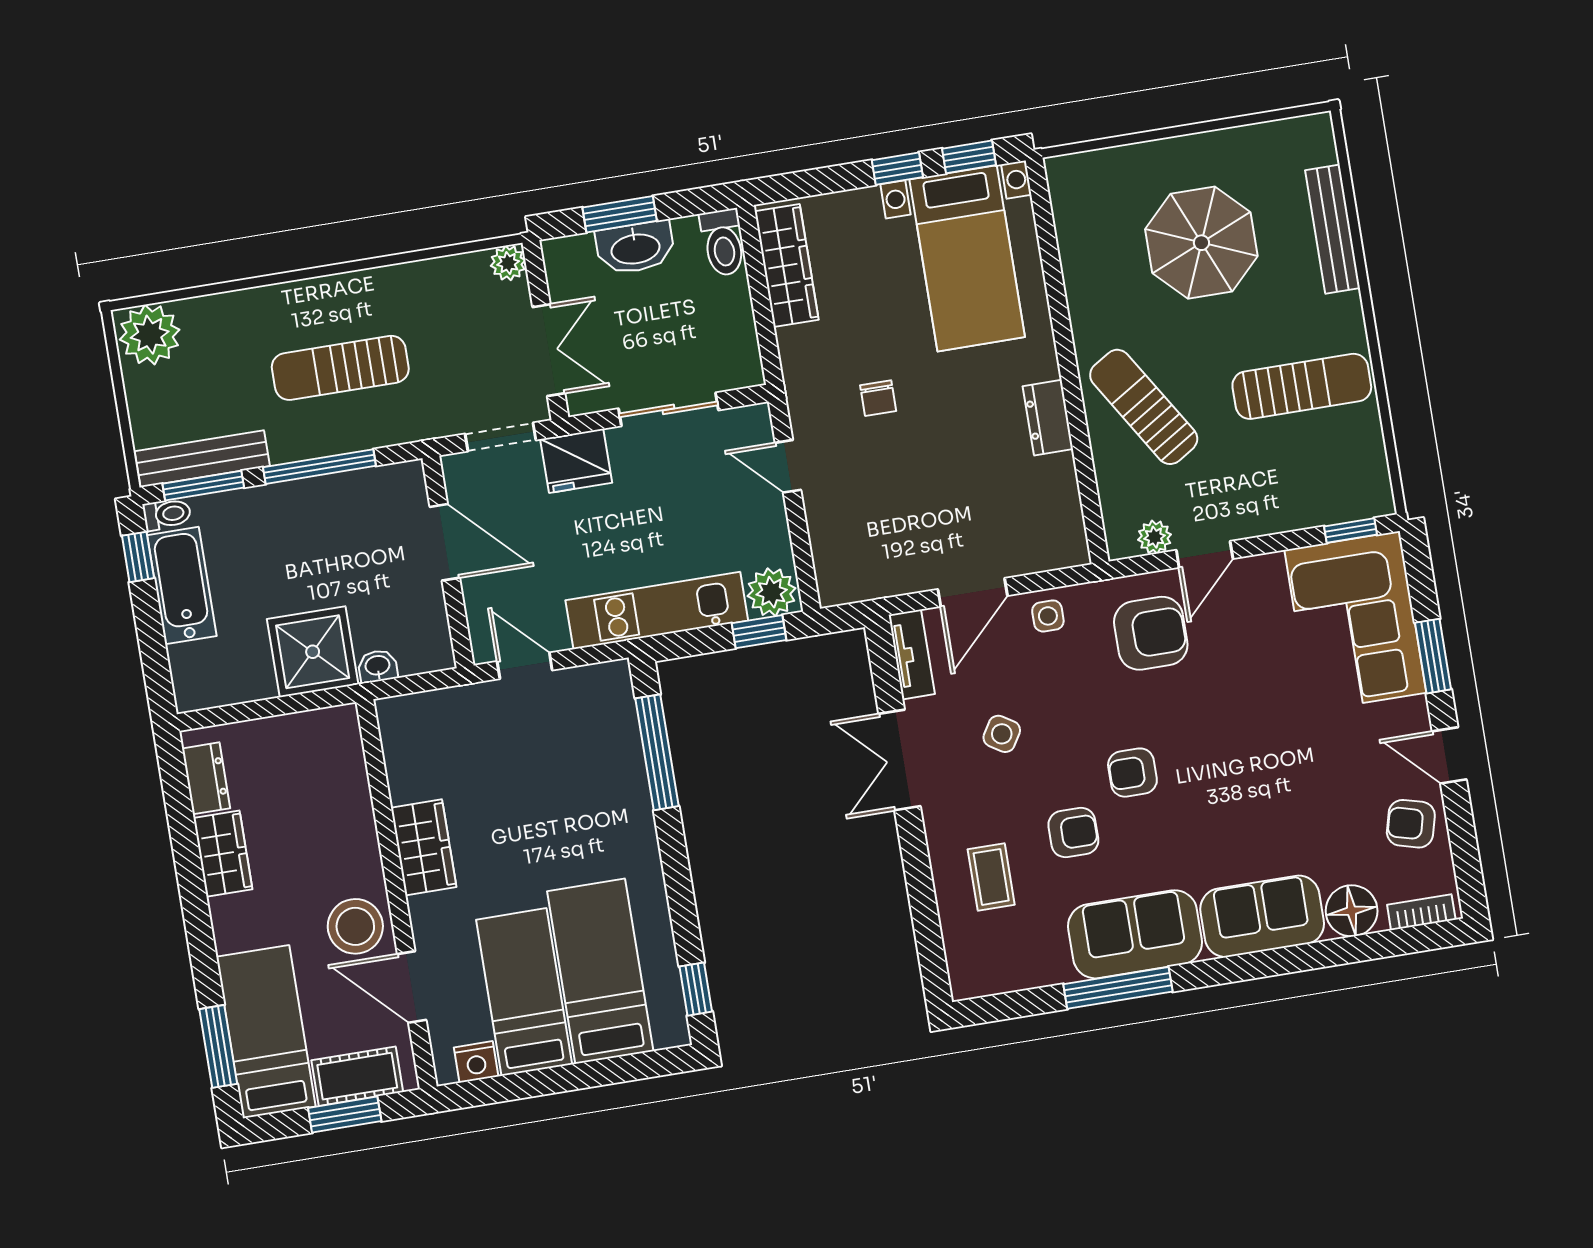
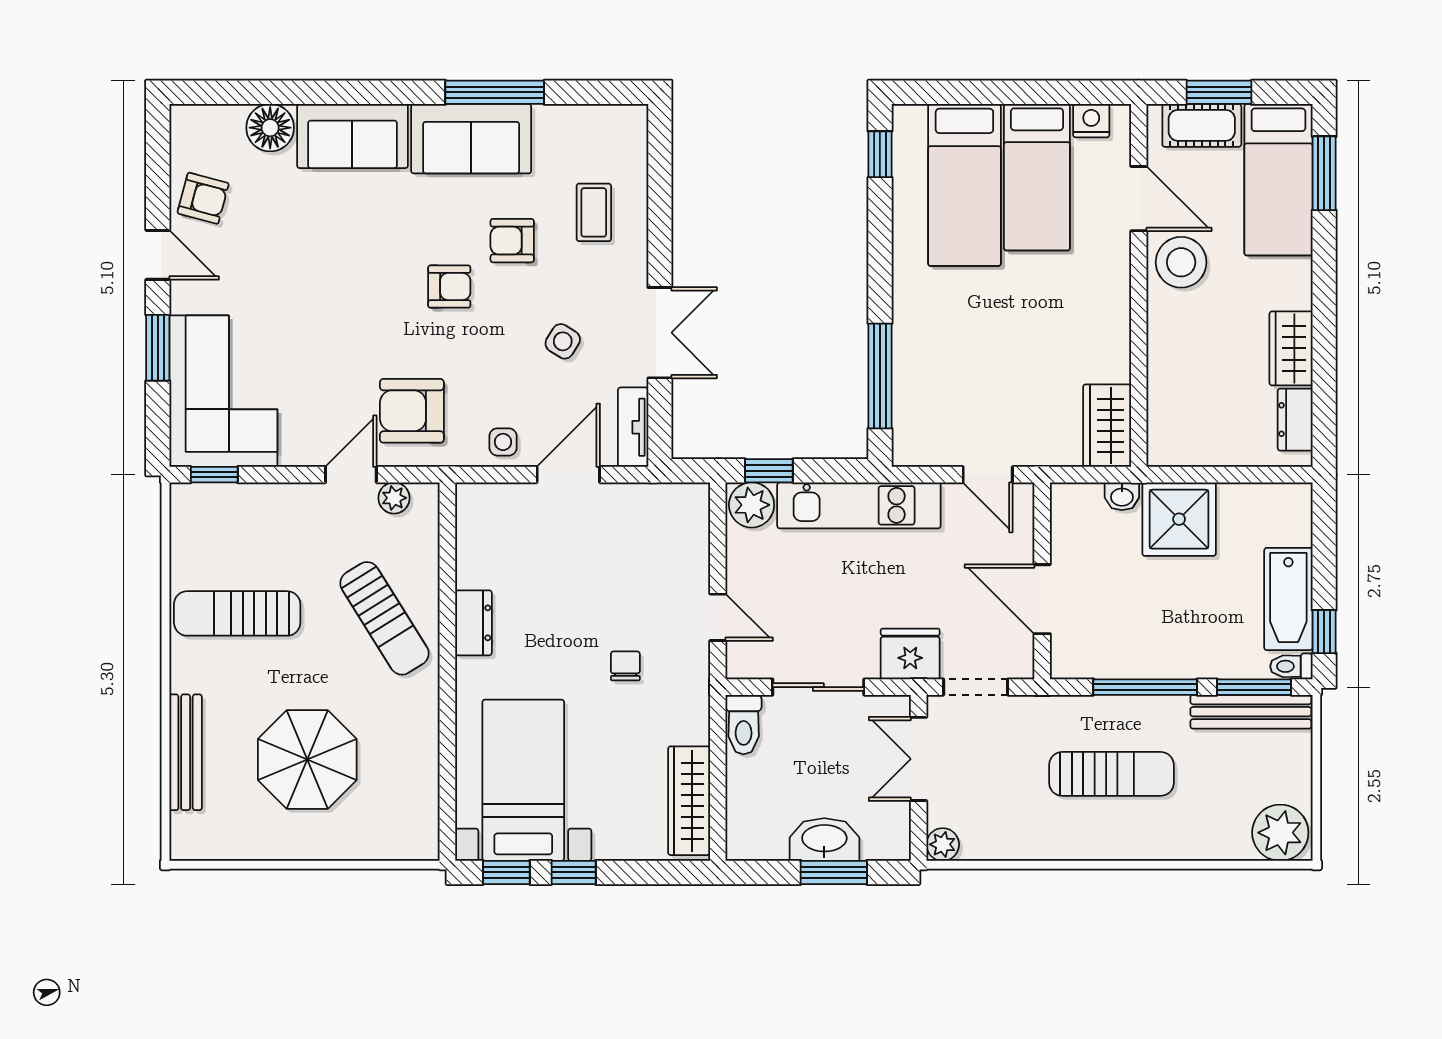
toilet: (723, 243) -> (744, 725), moved, turned 180
wardrobe: (424, 847) -> (1107, 426), moved
bookcase: (1421, 912) -> (207, 116), removed

